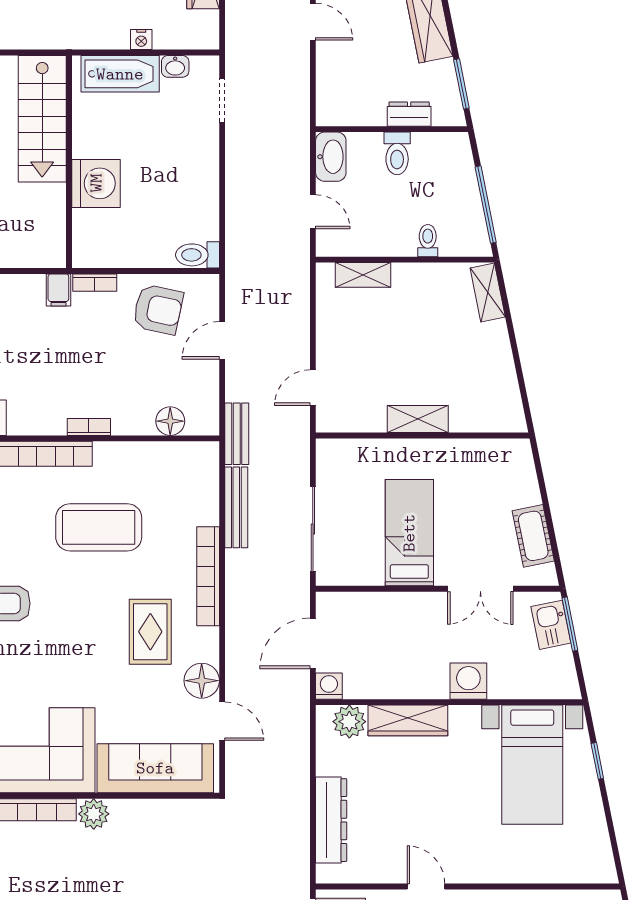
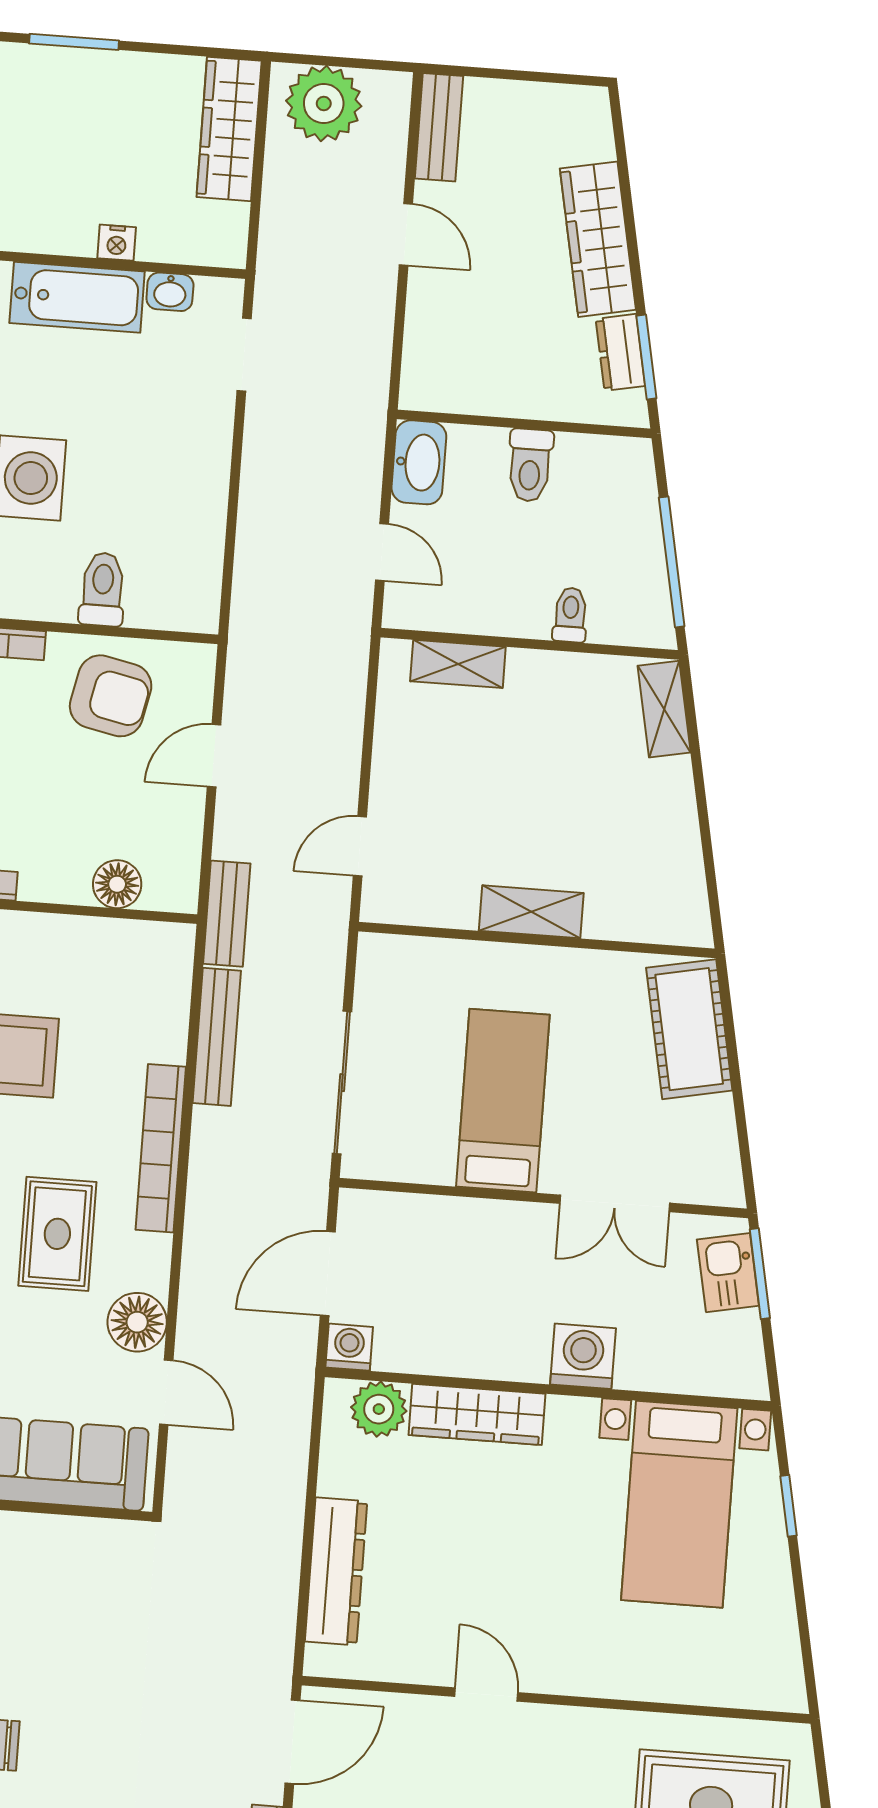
dresser: (409, 114) -> (620, 352), moved, turned -101
toilet: (198, 255) -> (102, 589), moved, turned 90
cot: (533, 536) -> (689, 1029), moved, width x1.37, depth x1.34

